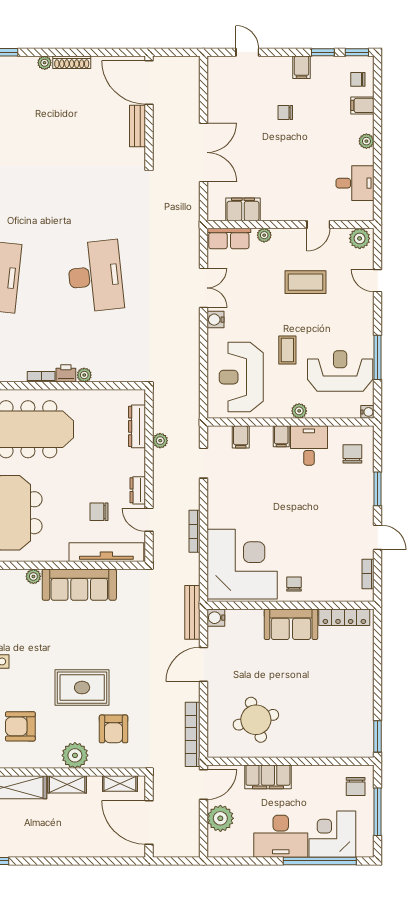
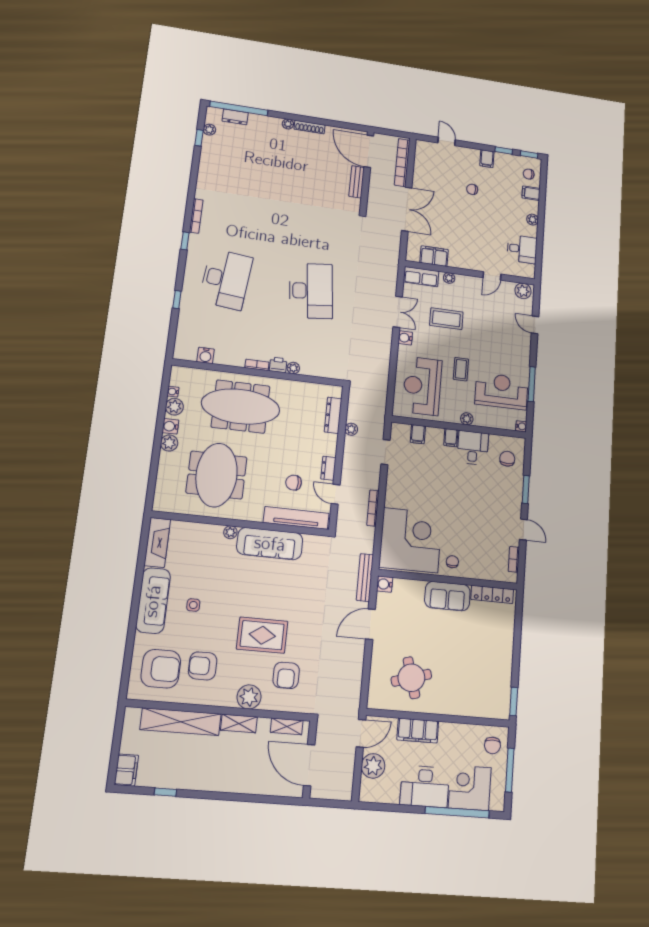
coffee table: (306, 282) -> (446, 319), moved
bookcase: (193, 734) -> (402, 163), moved

